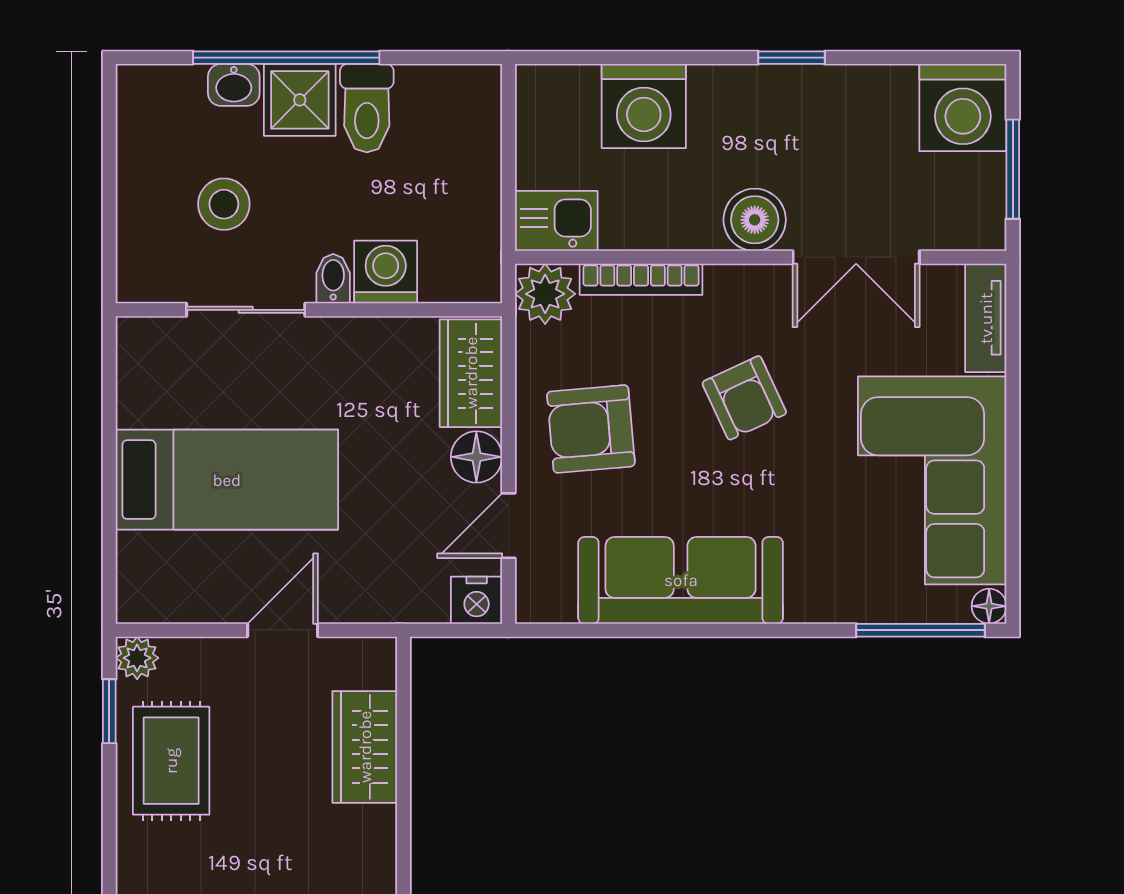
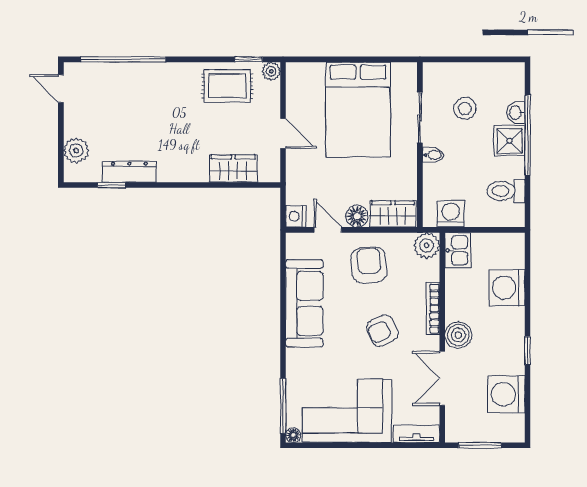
toilet: (367, 108) -> (506, 191), moved
washing machine: (963, 108) -> (506, 394), moved
washing machine: (386, 272) -> (451, 214), moved, turned -90
bookcase: (641, 279) -> (433, 309), moved
bed: (227, 480) -> (358, 110), width x1.50

